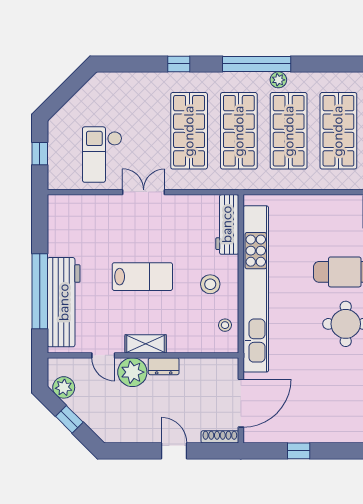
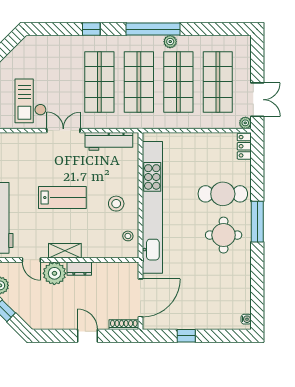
workbench: (227, 224) -> (109, 141), moved, turned -90

